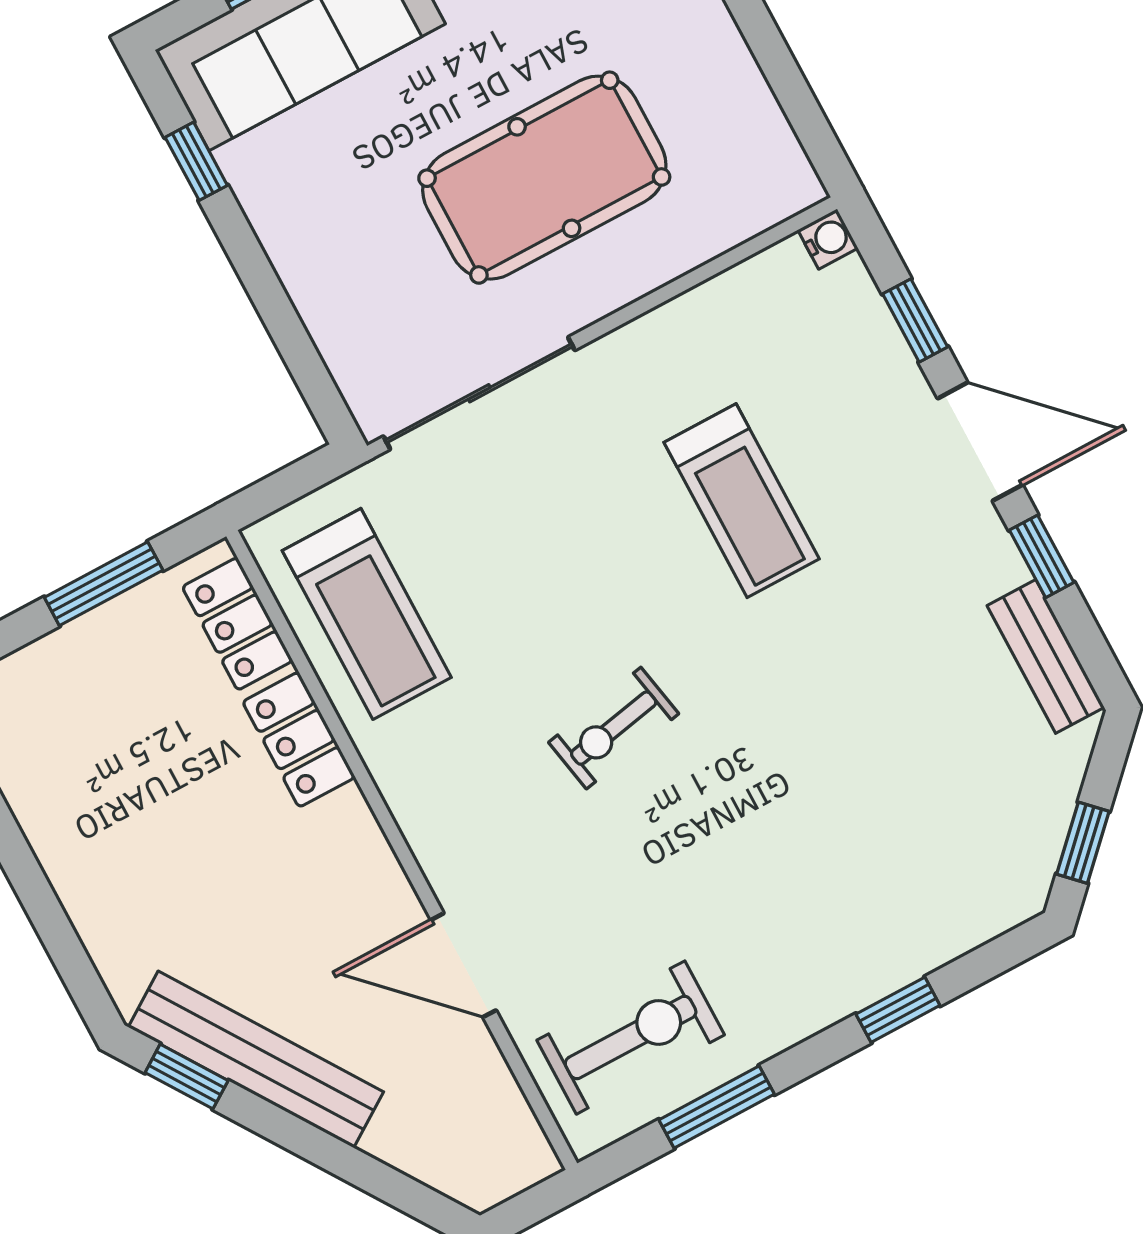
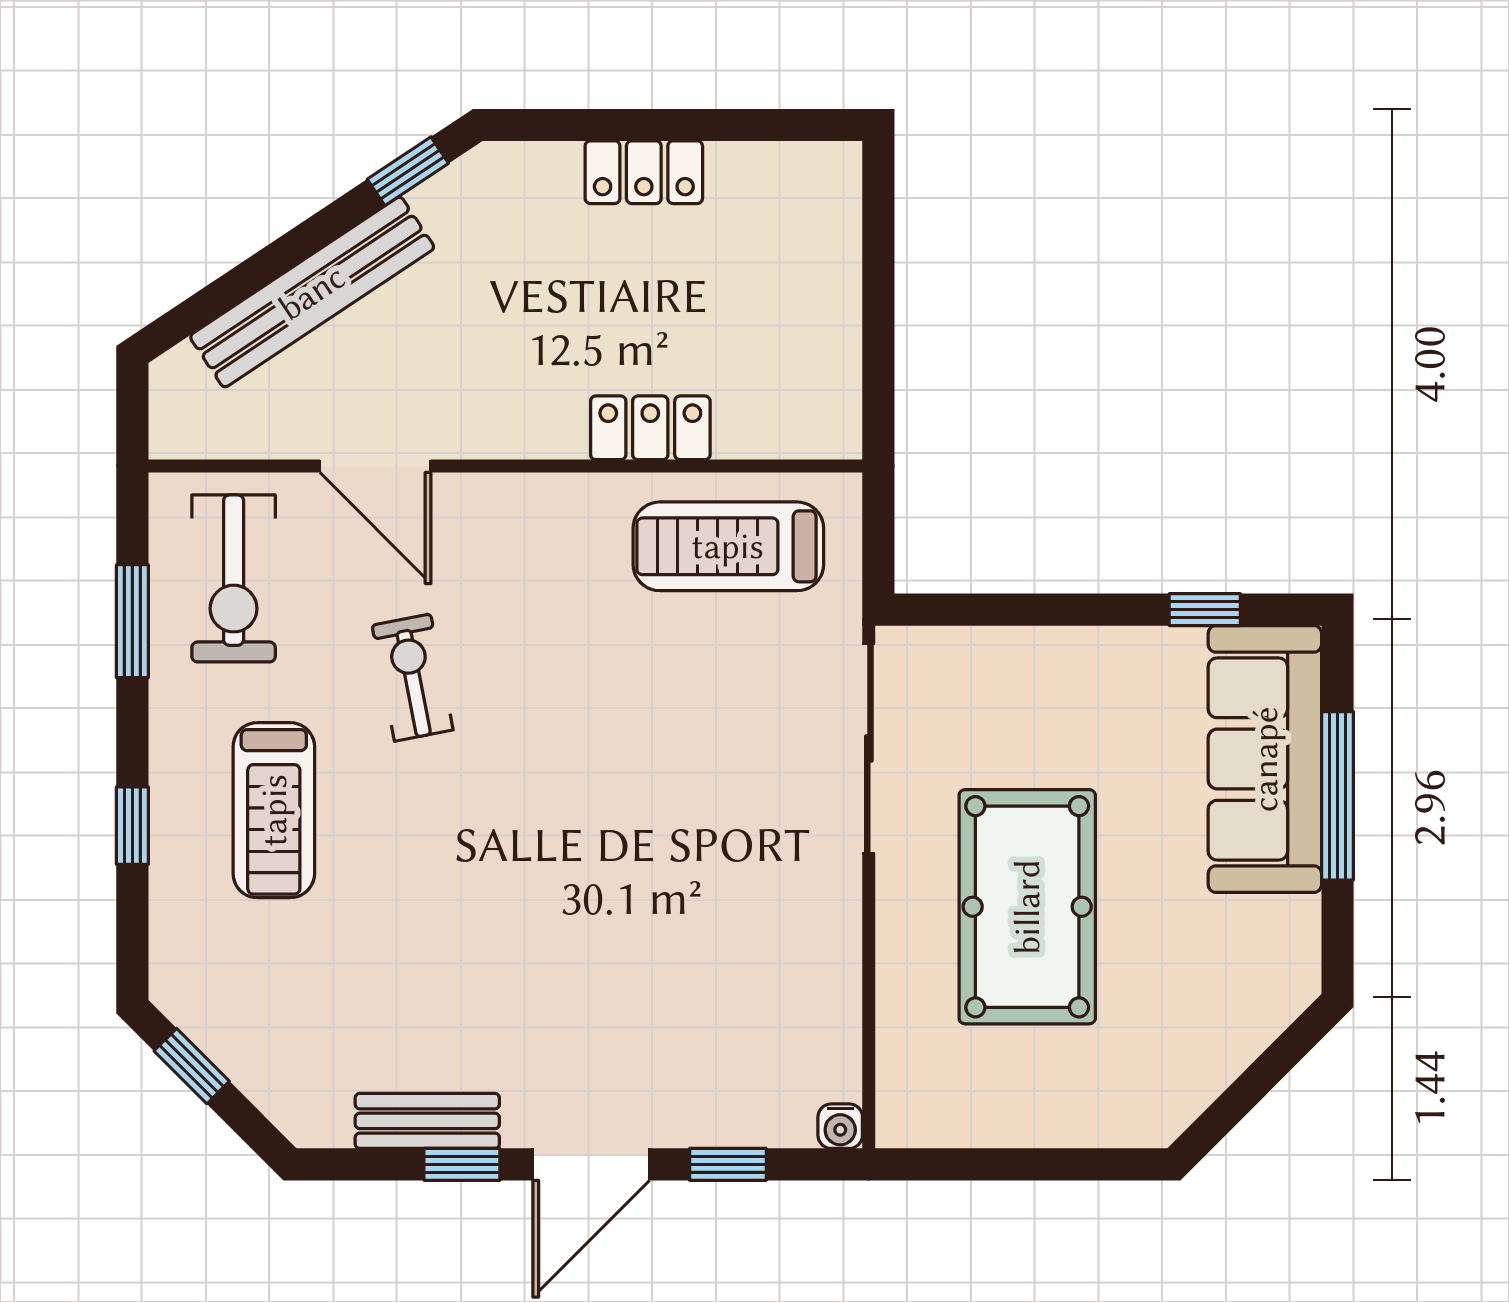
treadmill: (742, 501) -> (274, 810), moved, turned -90
window: (104, 584) -> (878, 330), removed
locker: (237, 624) -> (644, 172), moved, turned 180
bench: (1046, 656) -> (427, 1121), moved
exercise bike: (614, 728) -> (413, 678), moved
door: (463, 965) -> (375, 466), swing flipped
bench: (256, 1059) -> (312, 292), moved

